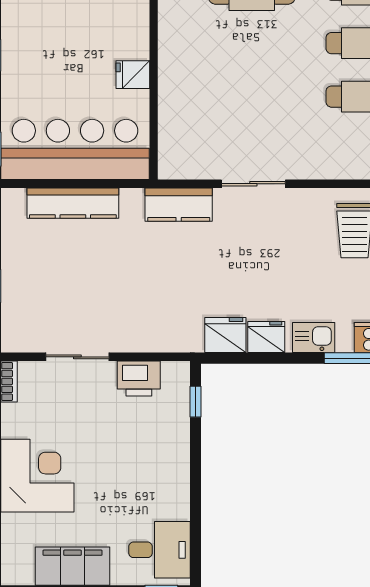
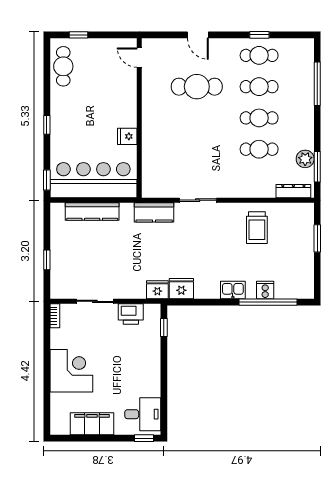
fridge: (266, 337) -> (157, 290), moved

